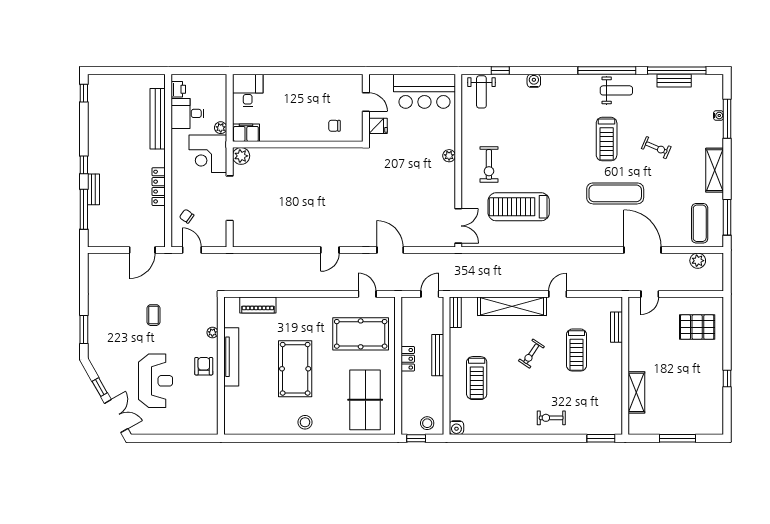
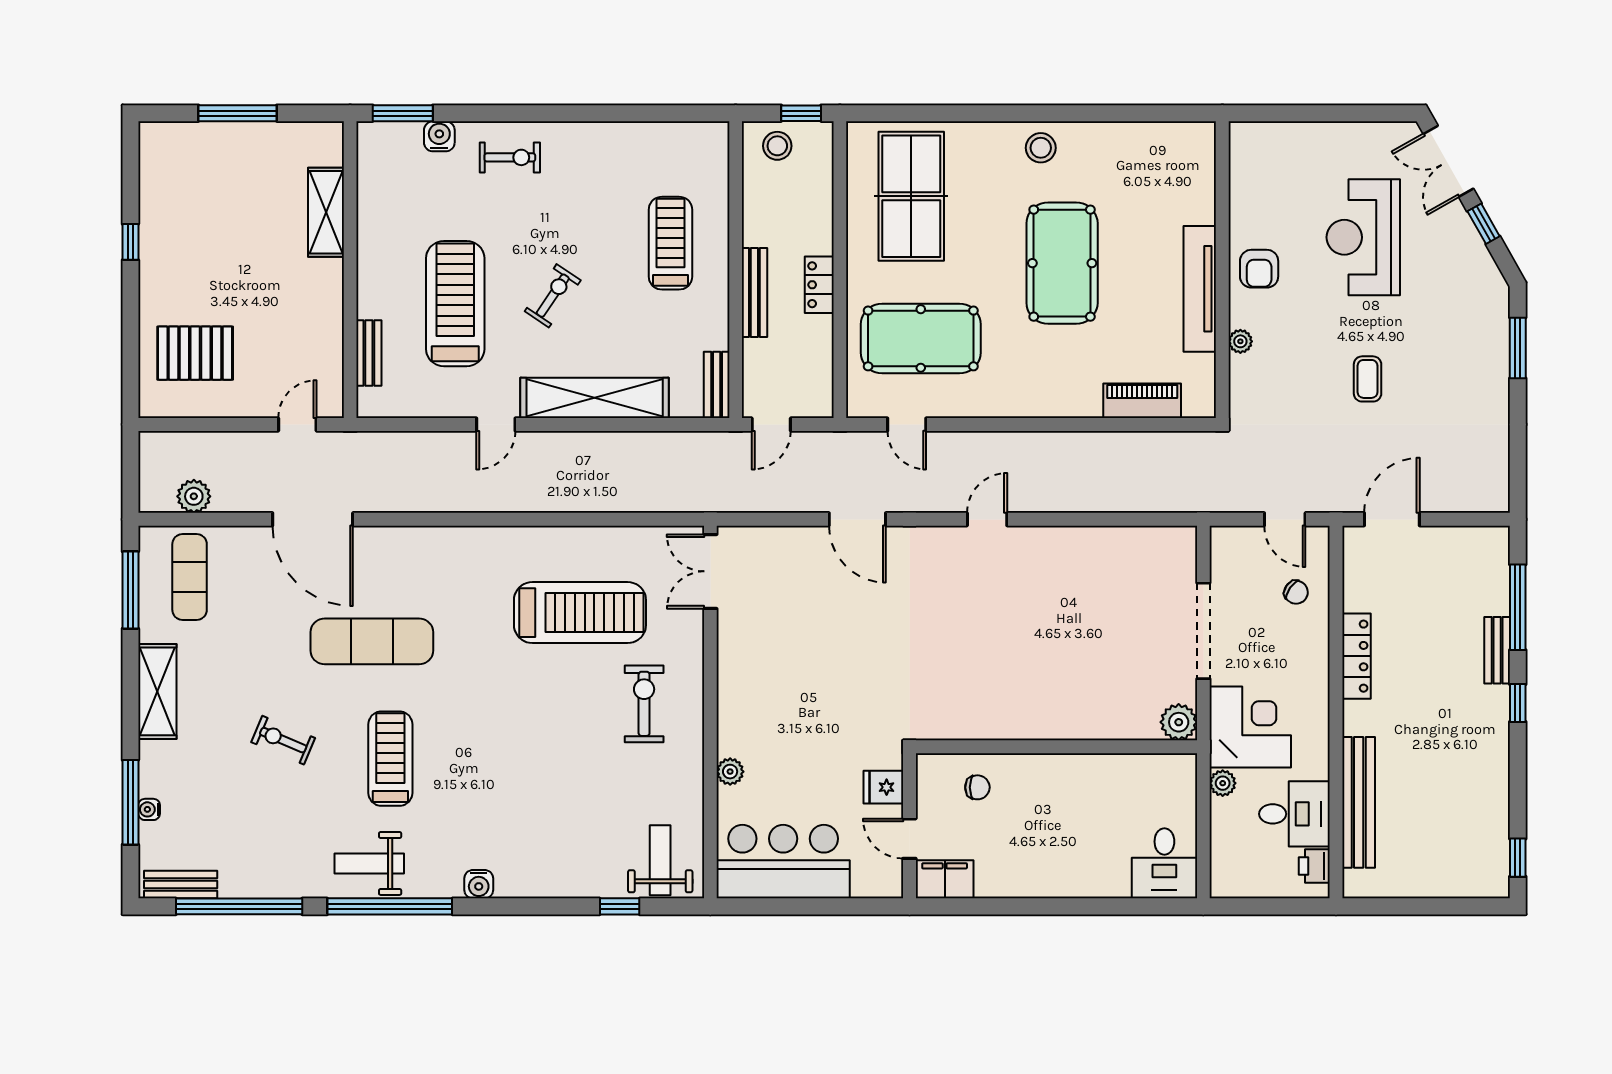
water cooler: (534, 81) -> (479, 884), moved
bench: (674, 81) -> (181, 885), moved
filing cabinet: (246, 133) -> (945, 879), moved, turned 180
plant: (449, 156) -> (730, 772), moved
treadmill: (577, 350) -> (455, 304), width x1.37, depth x1.38
water cooler: (456, 428) -> (439, 136), moved

